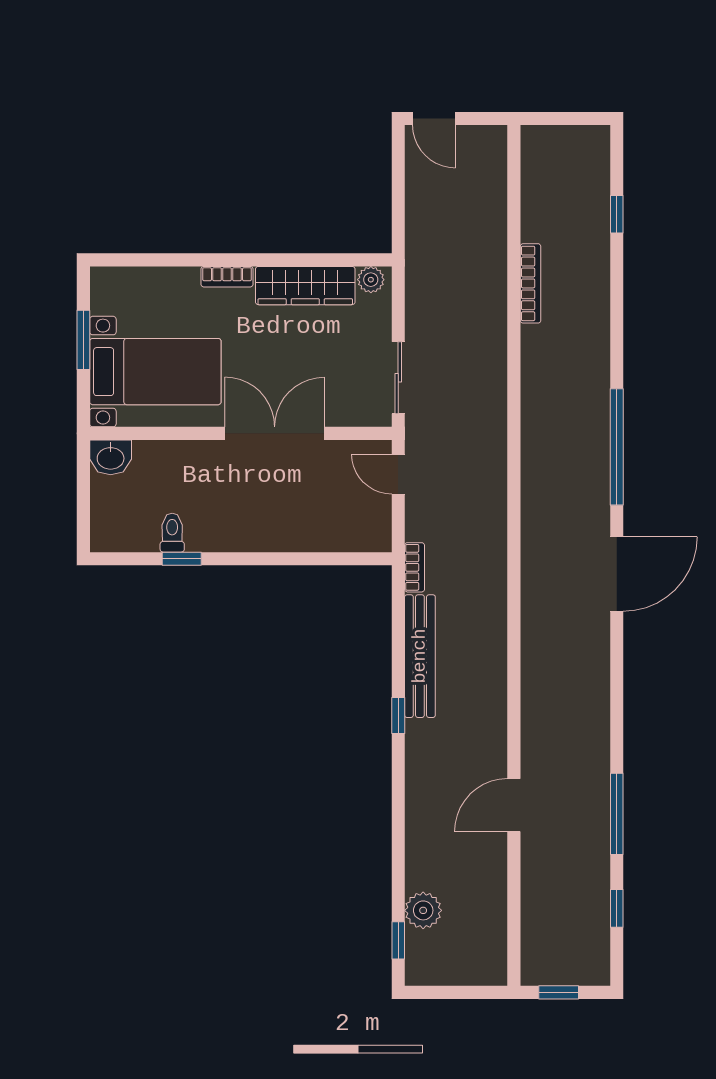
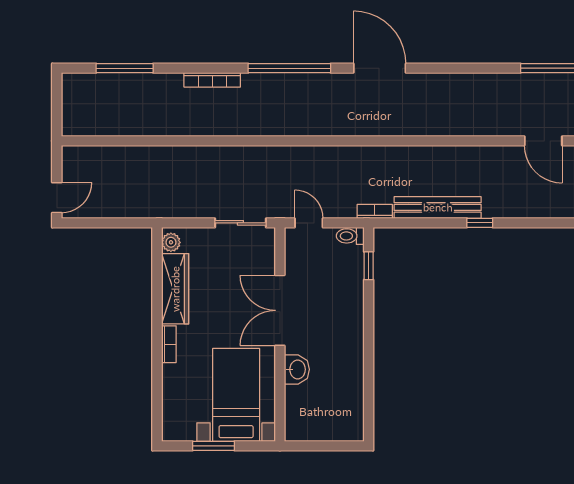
window: (617, 214) -> (125, 68), width x2.17
bookcase: (531, 283) -> (212, 80), moved, turned 180
washbasin: (111, 457) -> (297, 369), moved
door: (398, 474) -> (309, 223), swing flipped
toilet: (172, 533) -> (350, 236), moved
window: (182, 559) -> (369, 266), moved

